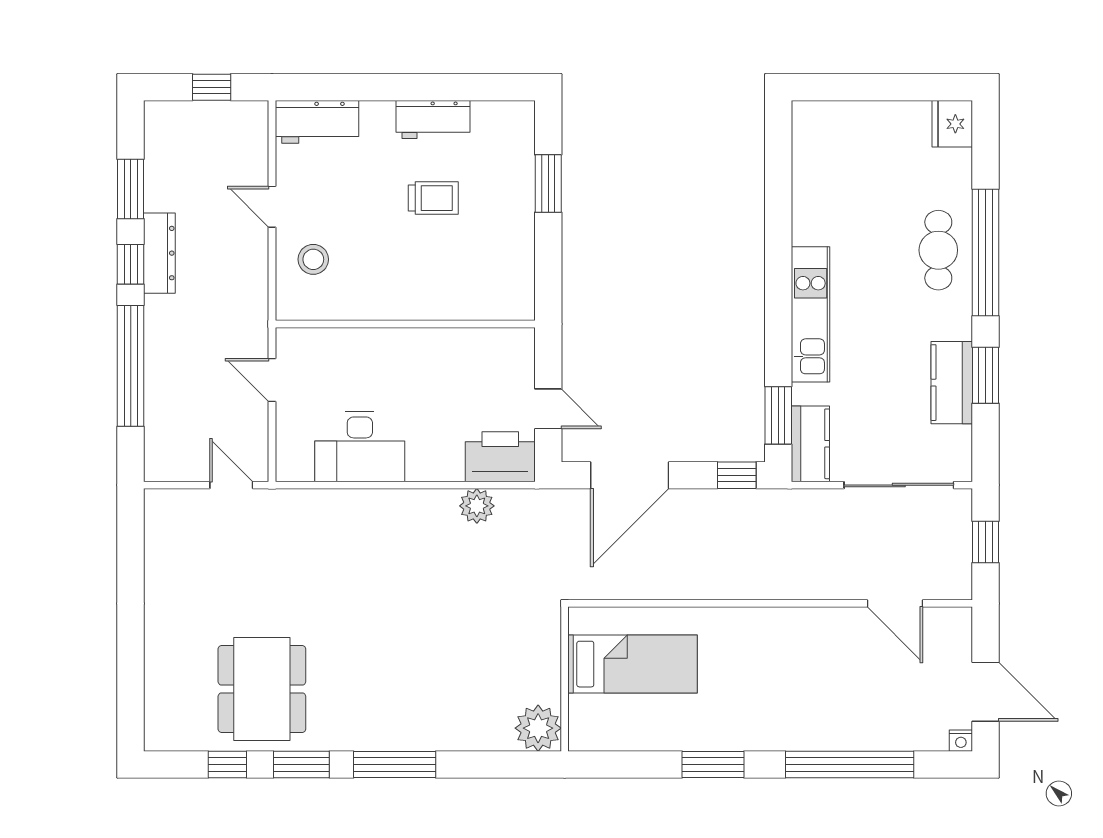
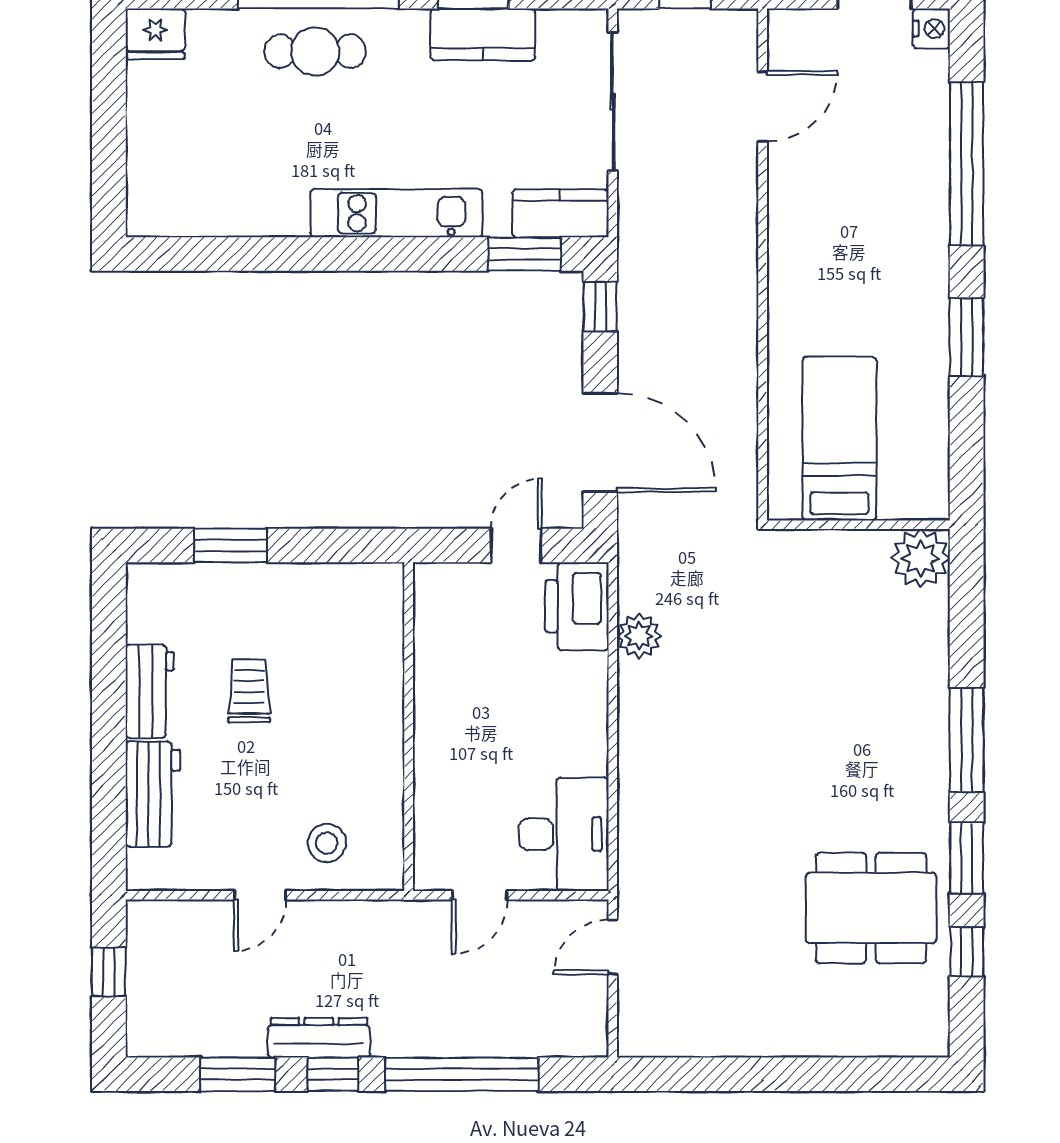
workbench: (317, 122) -> (153, 794), moved
desk: (360, 447) -> (564, 834), moved
nightstand: (961, 741) -> (931, 28), width x1.39, depth x1.35

